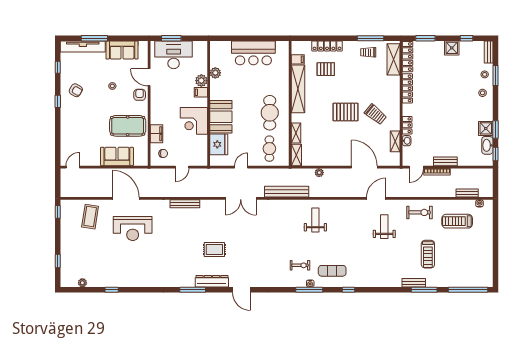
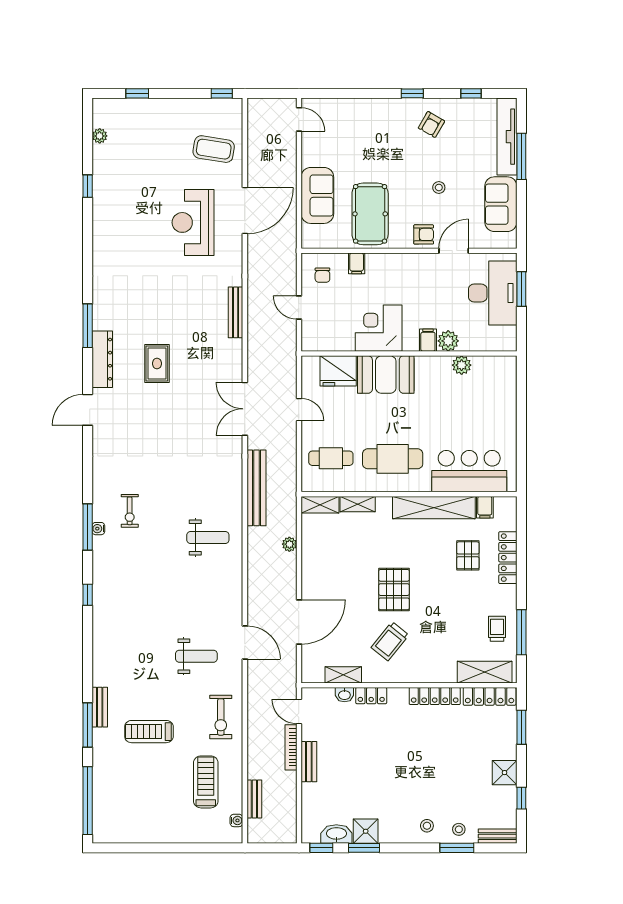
bar counter: (253, 53) -> (469, 471), moved, turned 90
filing cabinet: (156, 134) -> (357, 263), width x0.50
exercise mat: (332, 271) -> (120, 566), removed

